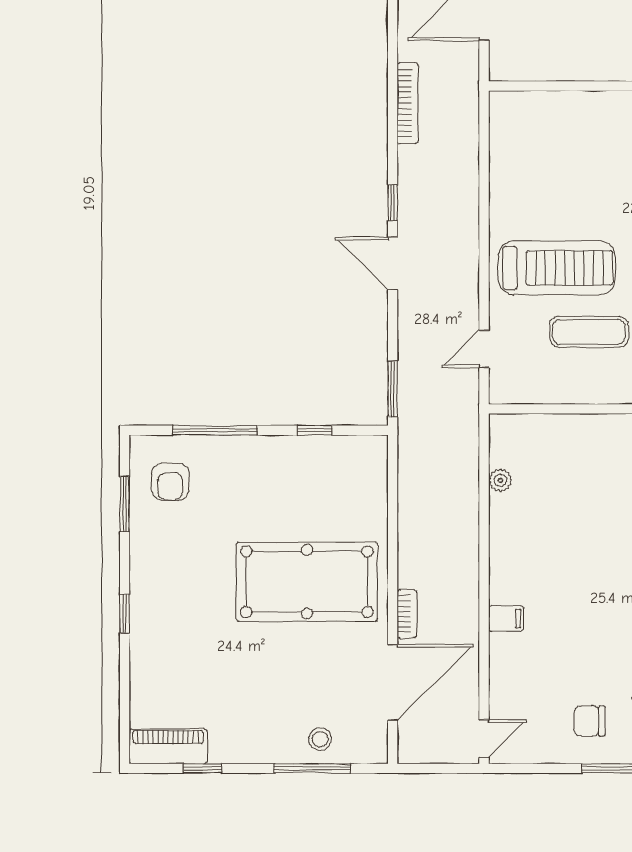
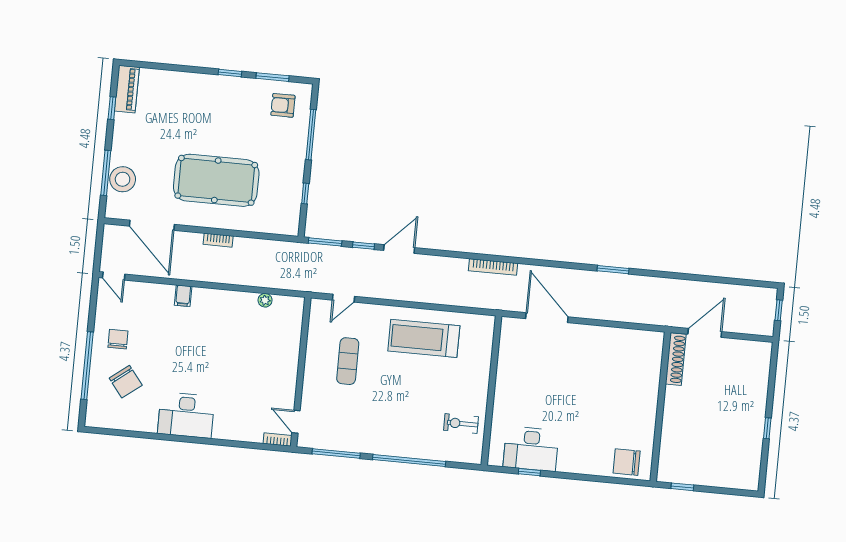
window: (393, 203) -> (363, 246), moved
treadmill: (557, 268) -> (424, 338), moved, turned 90
door: (484, 349) -> (344, 298), swing flipped
pool table: (307, 582) -> (216, 180), turned 90
window: (125, 614) -> (230, 73), moved
bookcase: (407, 614) -> (218, 240), moved
stool: (320, 739) -> (123, 179), width x1.89, depth x1.89

